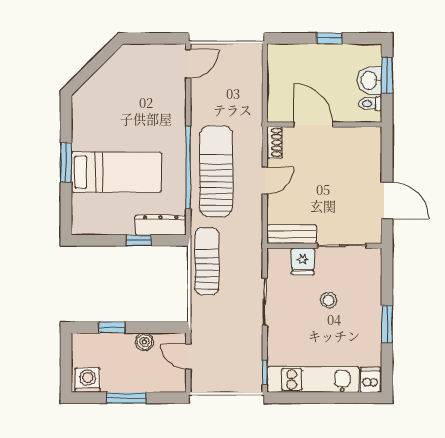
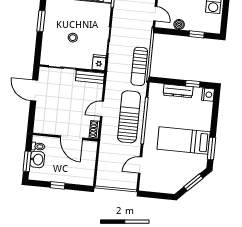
door: (188, 64) -> (140, 165), moved
window: (92, 67) -> (193, 182), added
window: (66, 163) -> (211, 148), moved
sun lounger: (216, 171) -> (129, 117), turned 180
bed: (116, 172) -> (184, 141), moved
nightstand: (82, 224) -> (208, 95), added
dresser: (161, 225) -> (178, 91), moved
window: (139, 240) -> (193, 84), moved
fridge: (303, 261) -> (99, 63), moved

